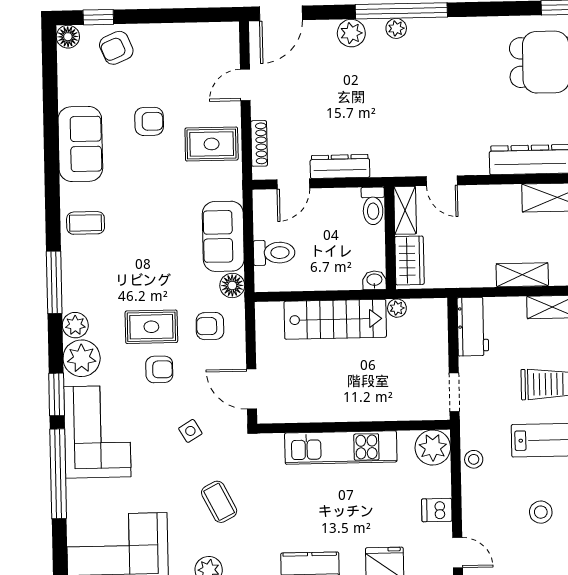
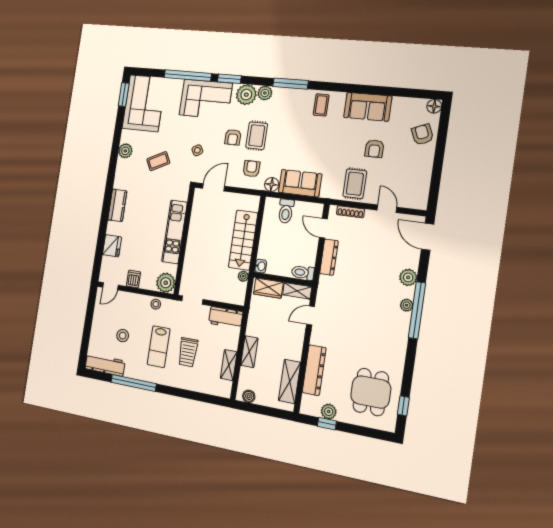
window: (98, 17) -> (443, 126), removed

